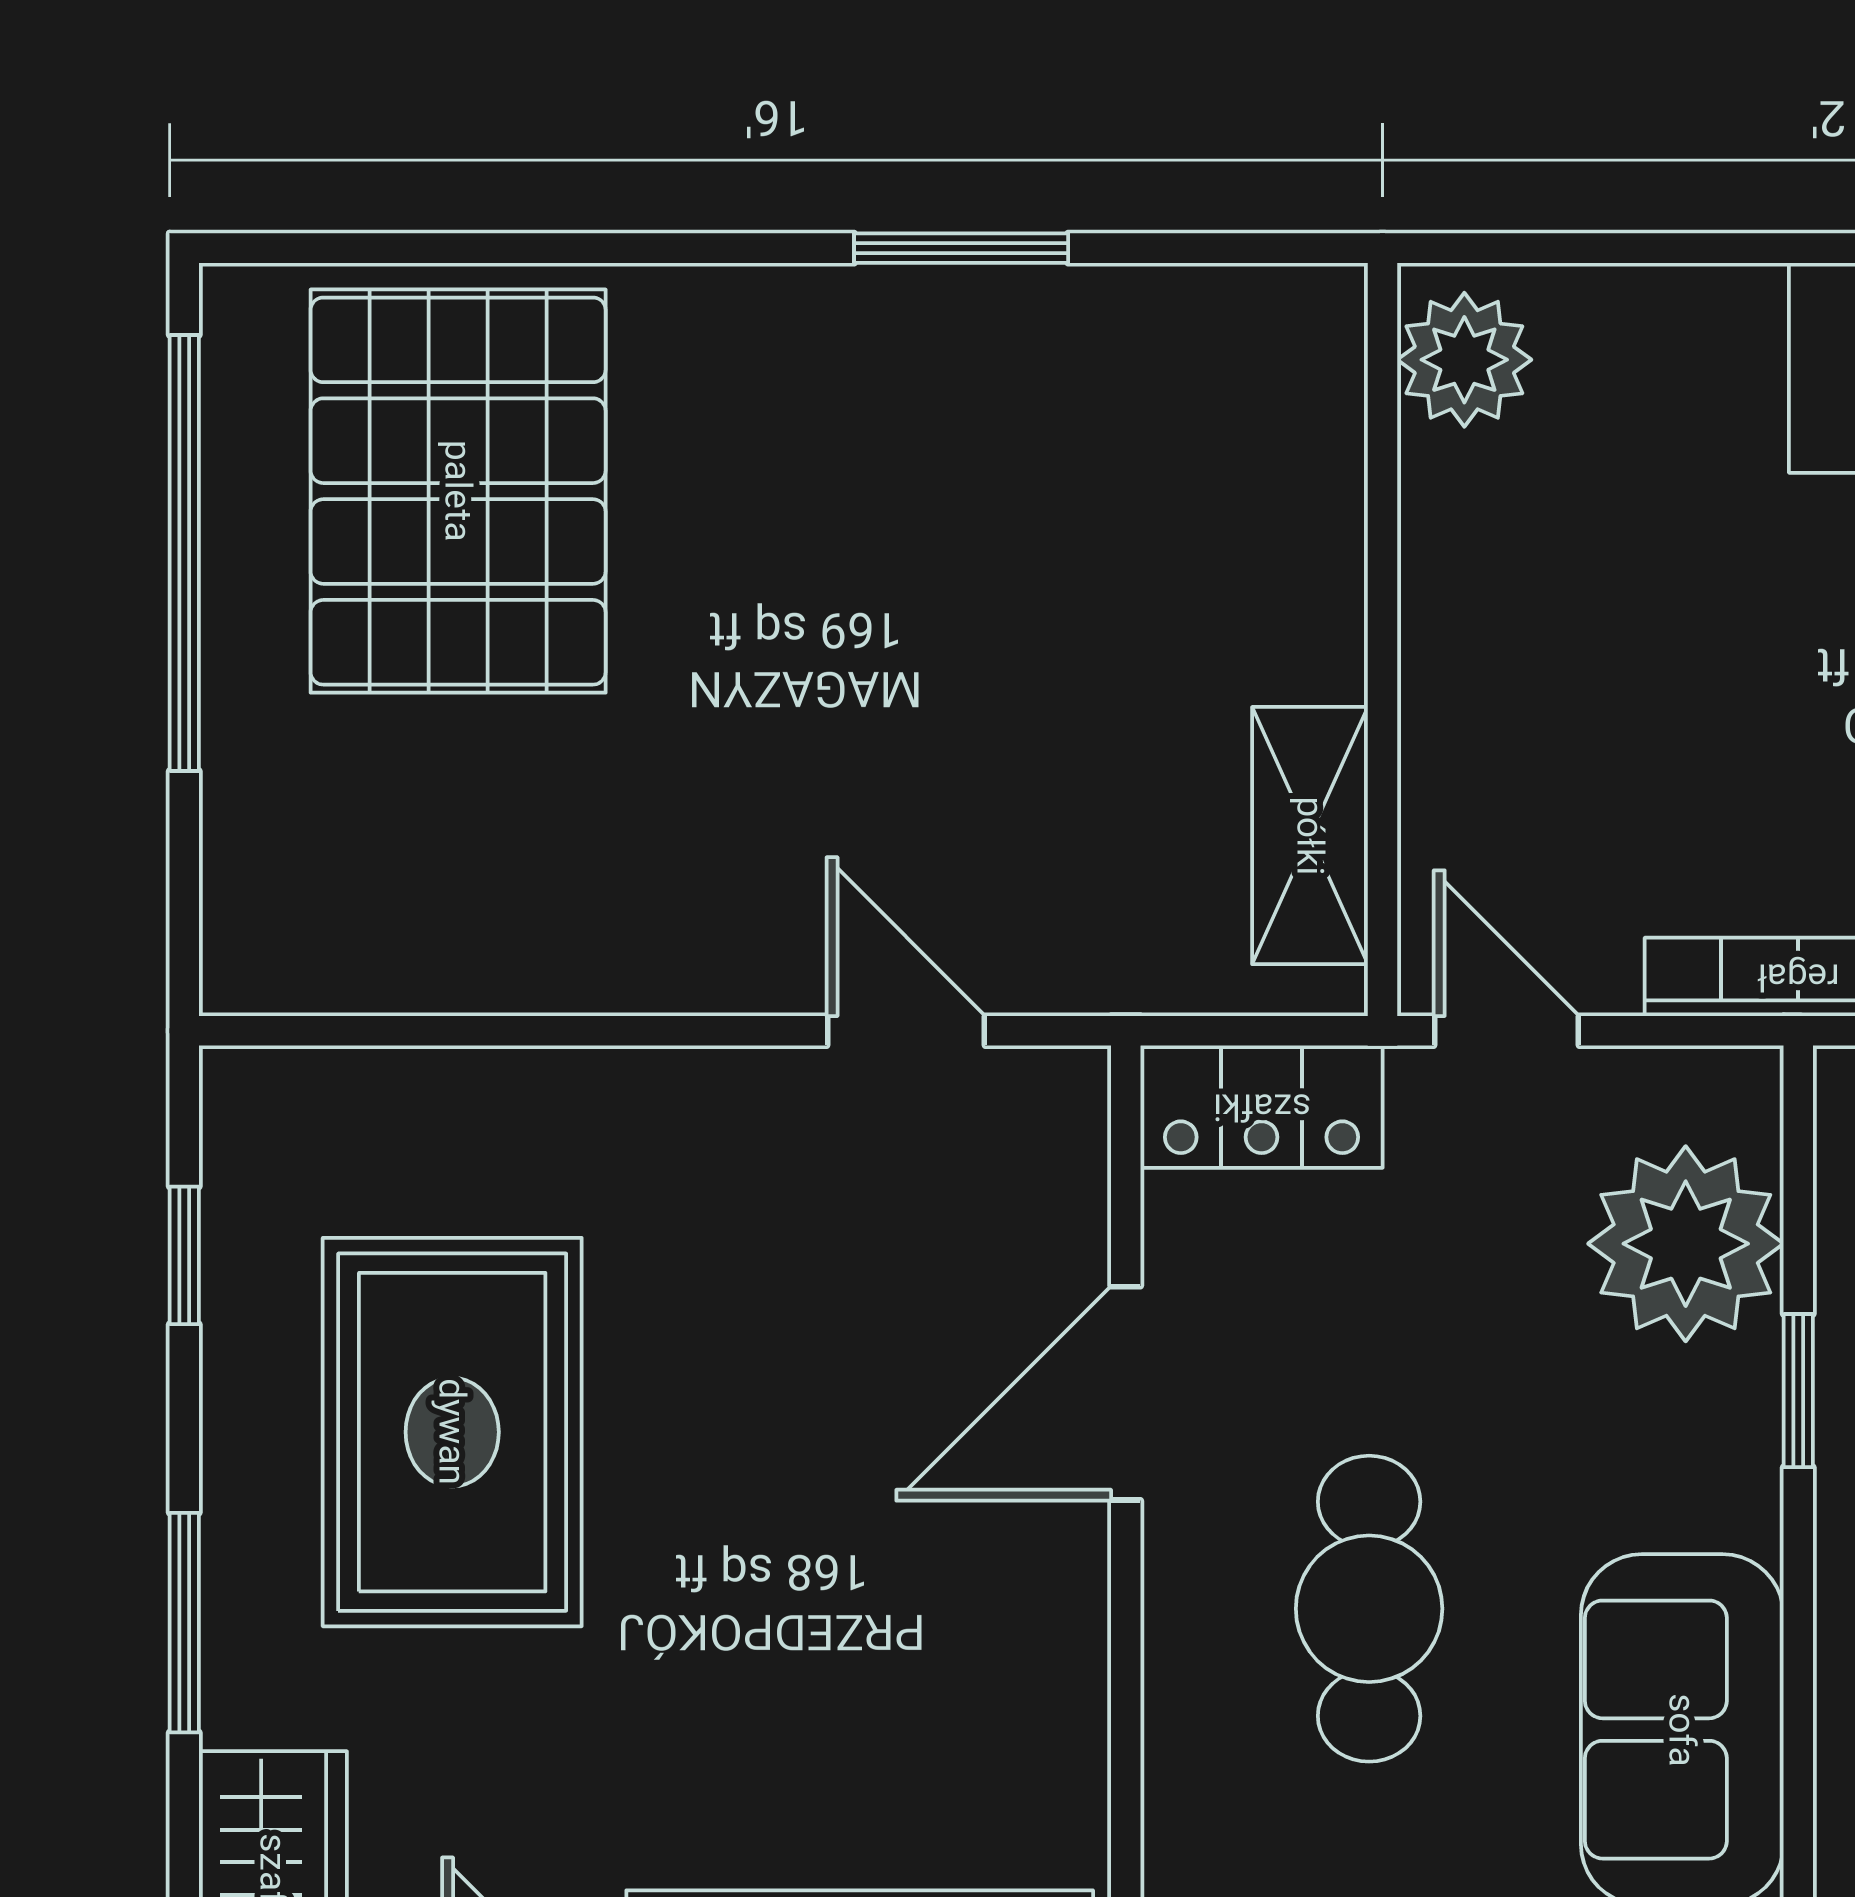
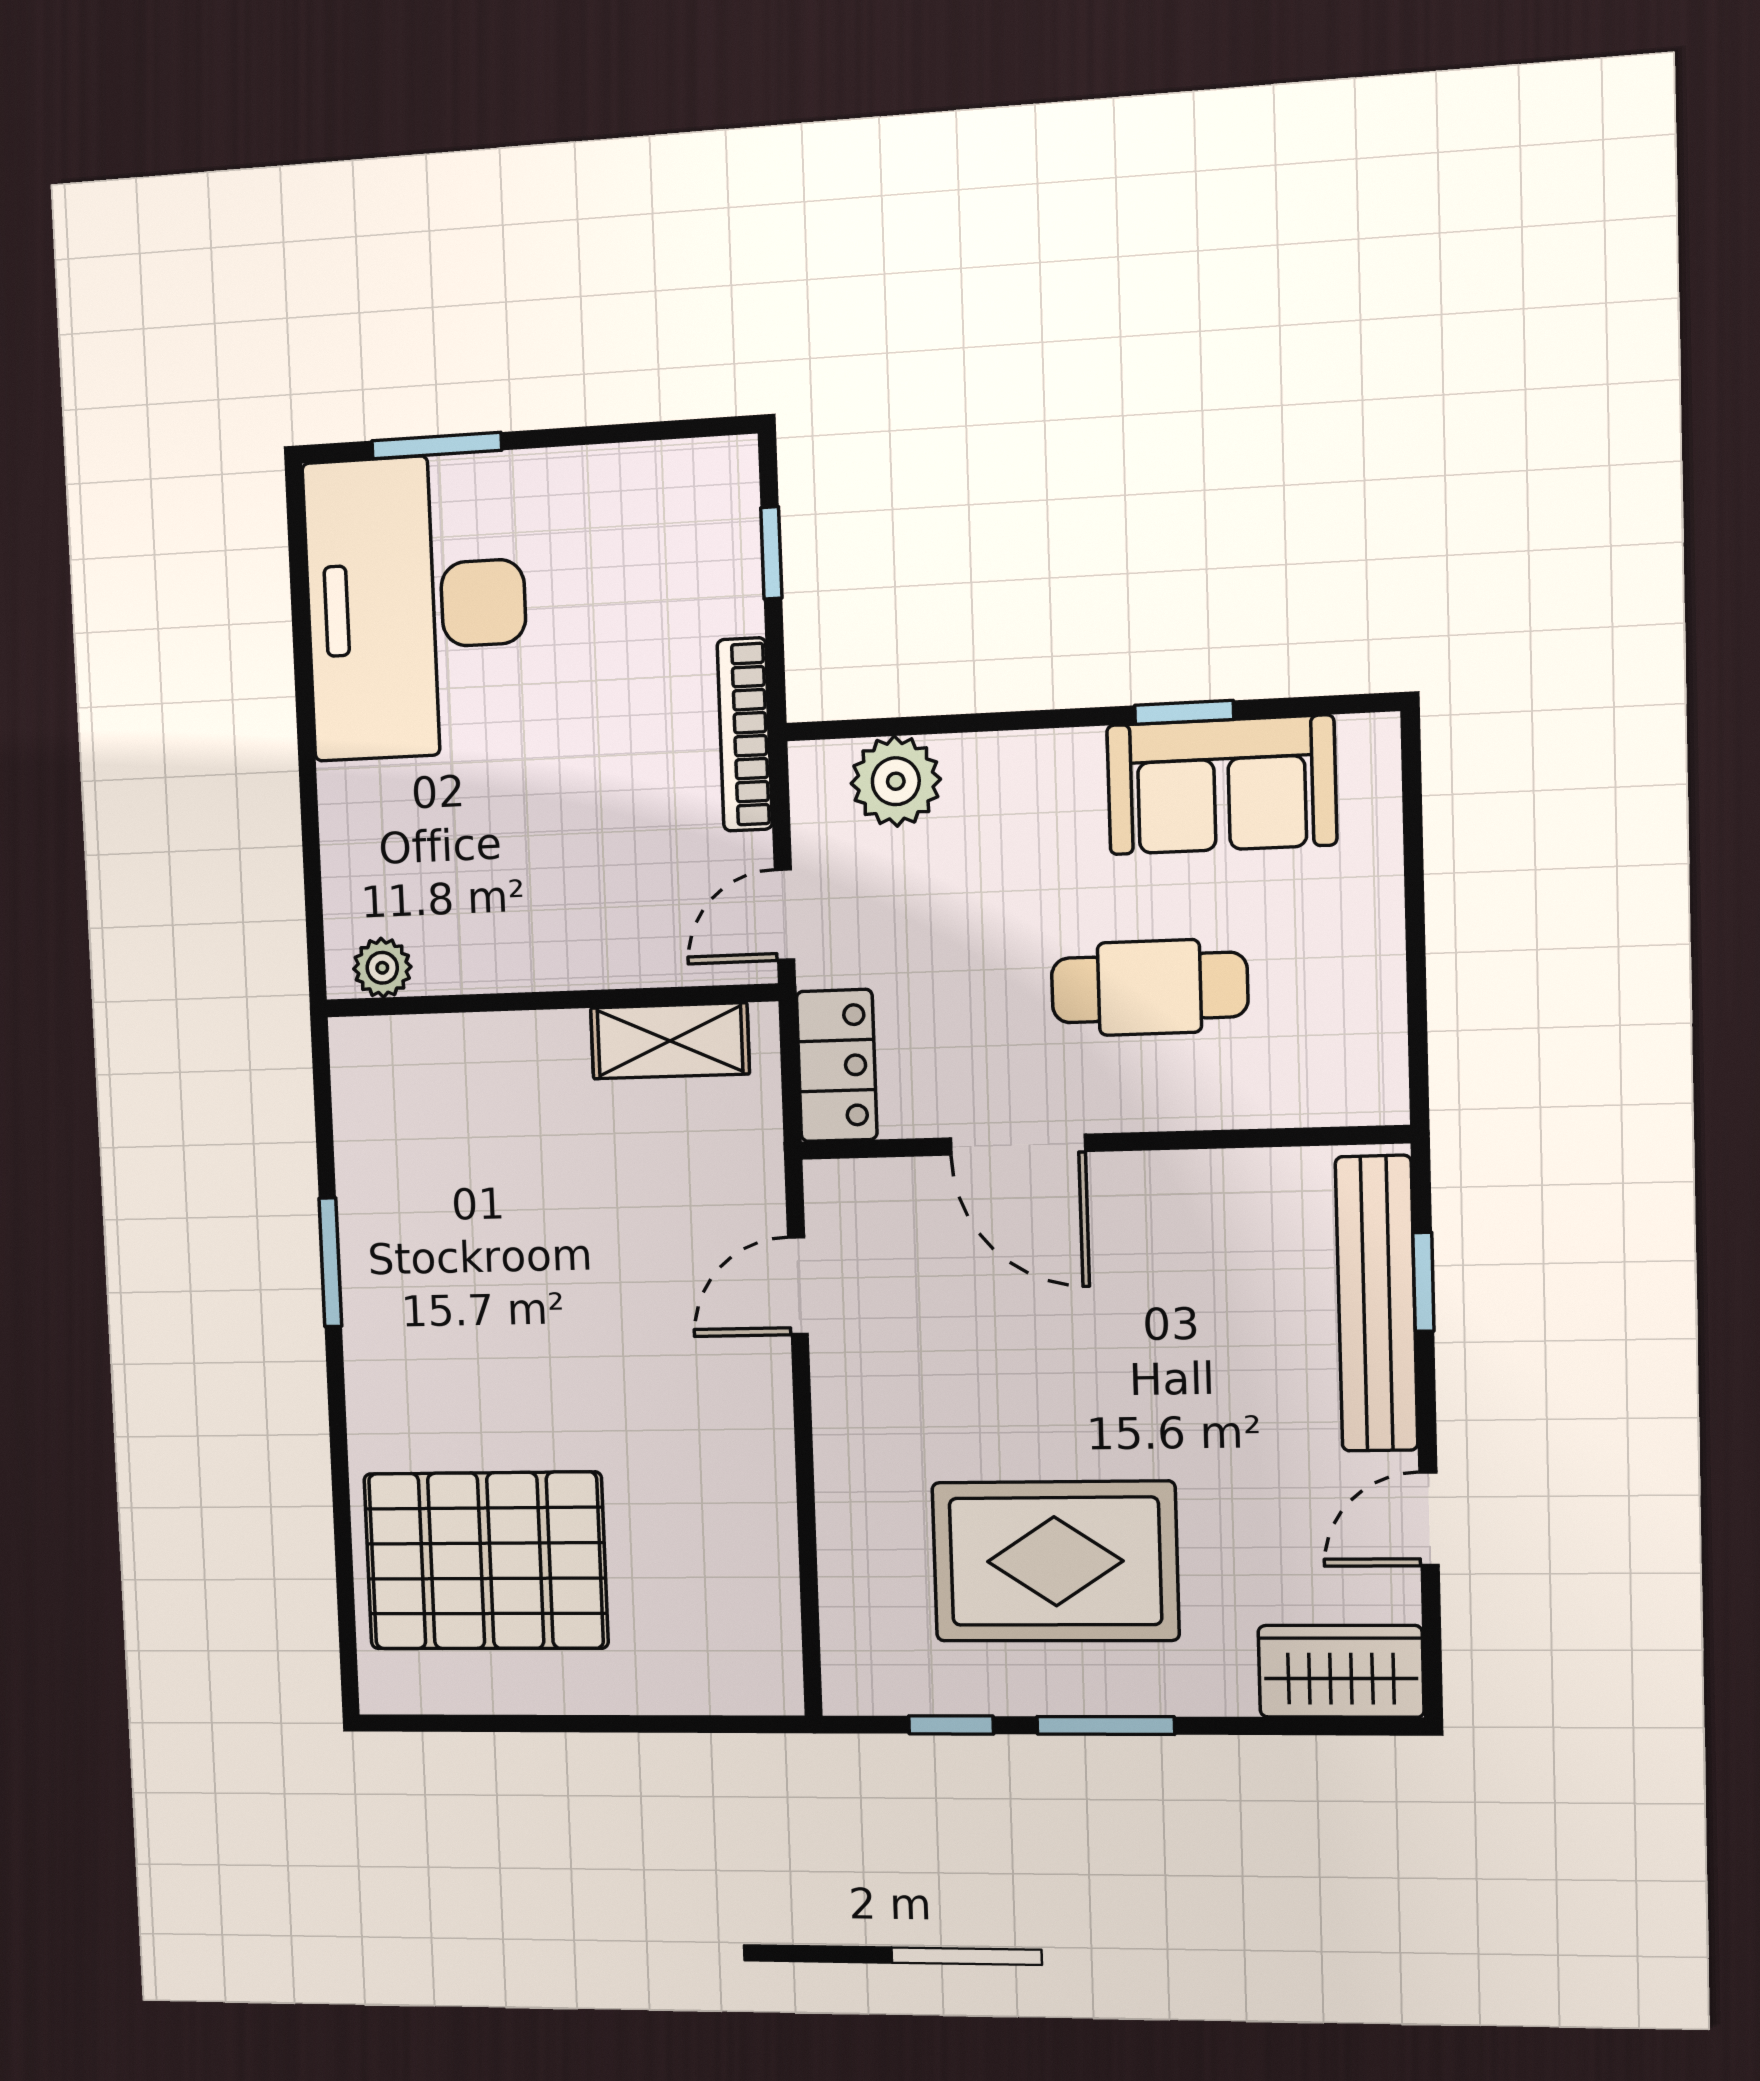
plant: (1464, 360) -> (382, 968), width x0.73, depth x0.73
window: (184, 553) -> (529, 1724), removed
plant: (1686, 1244) -> (896, 781), width x0.73, depth x0.73
window: (1798, 1391) -> (1184, 712), moved
window: (184, 1623) -> (1106, 1725), moved

